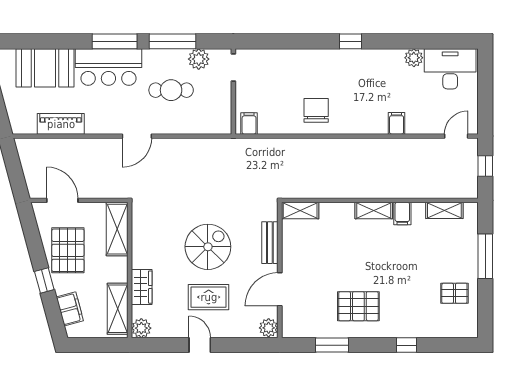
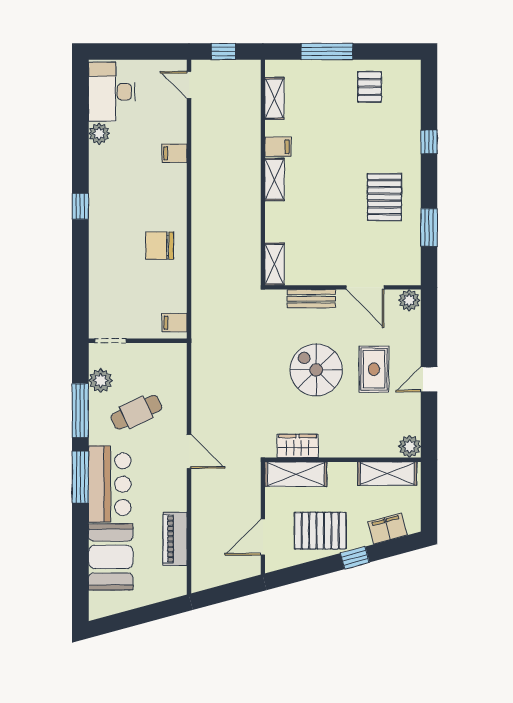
cafe table: (171, 90) -> (136, 412), turned 65
wardrobe: (142, 287) -> (298, 446), moved

